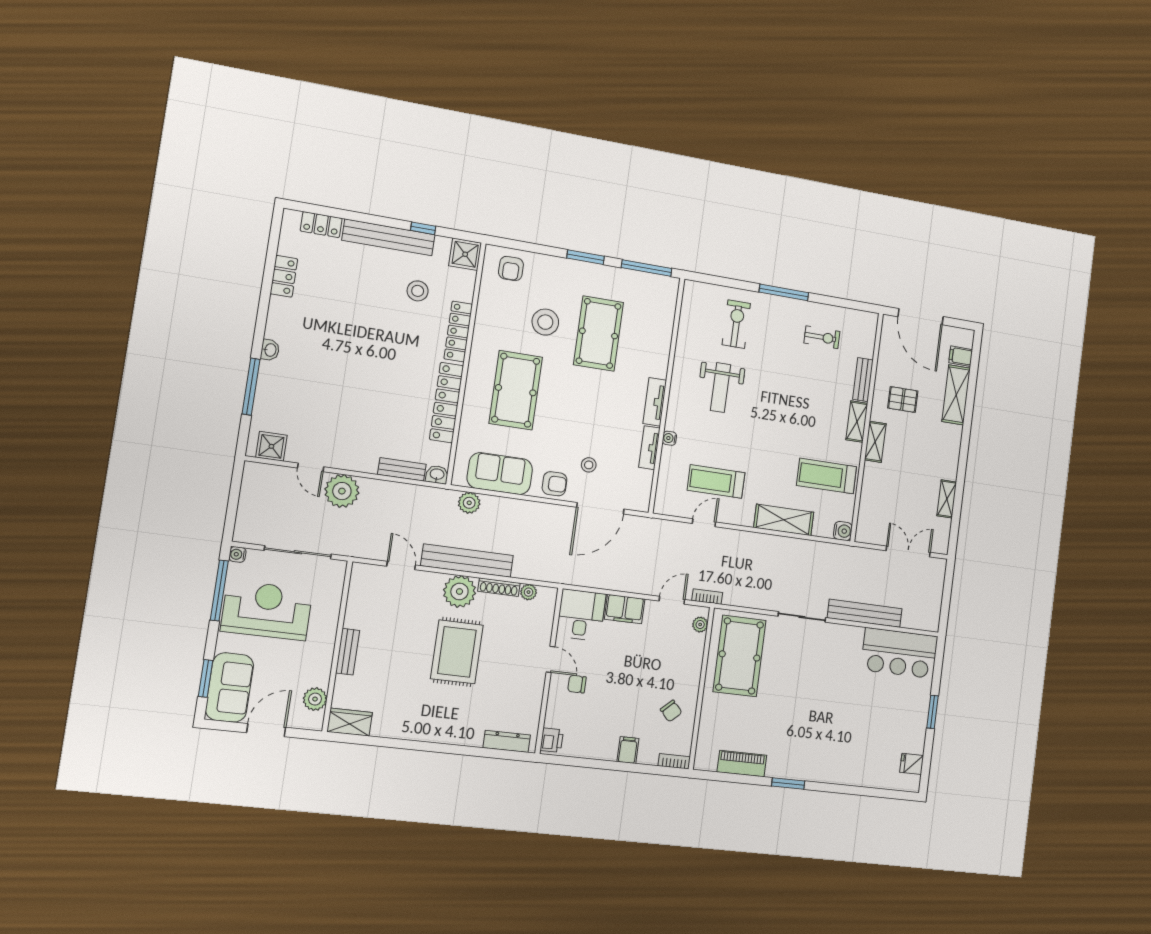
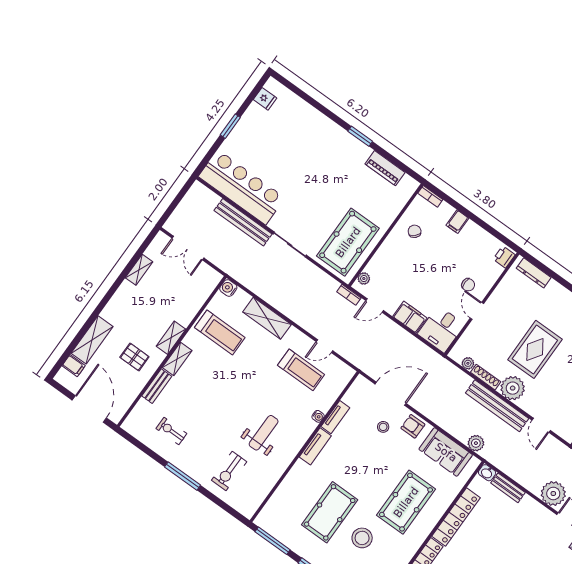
bar counter: (899, 653) -> (242, 187), width x1.36

